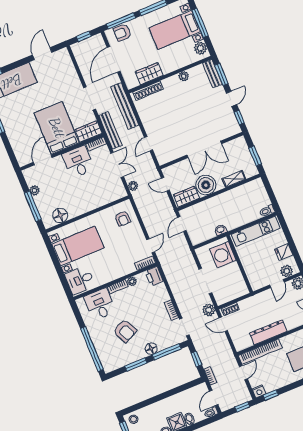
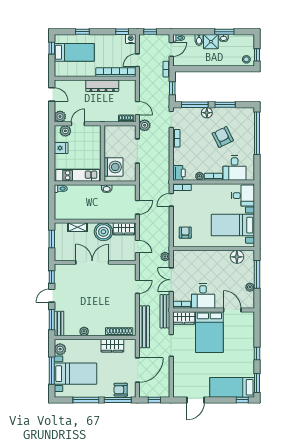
armchair: (122, 33) -> (121, 390), turned 180
door: (43, 160) -> (232, 310), swing flipped

